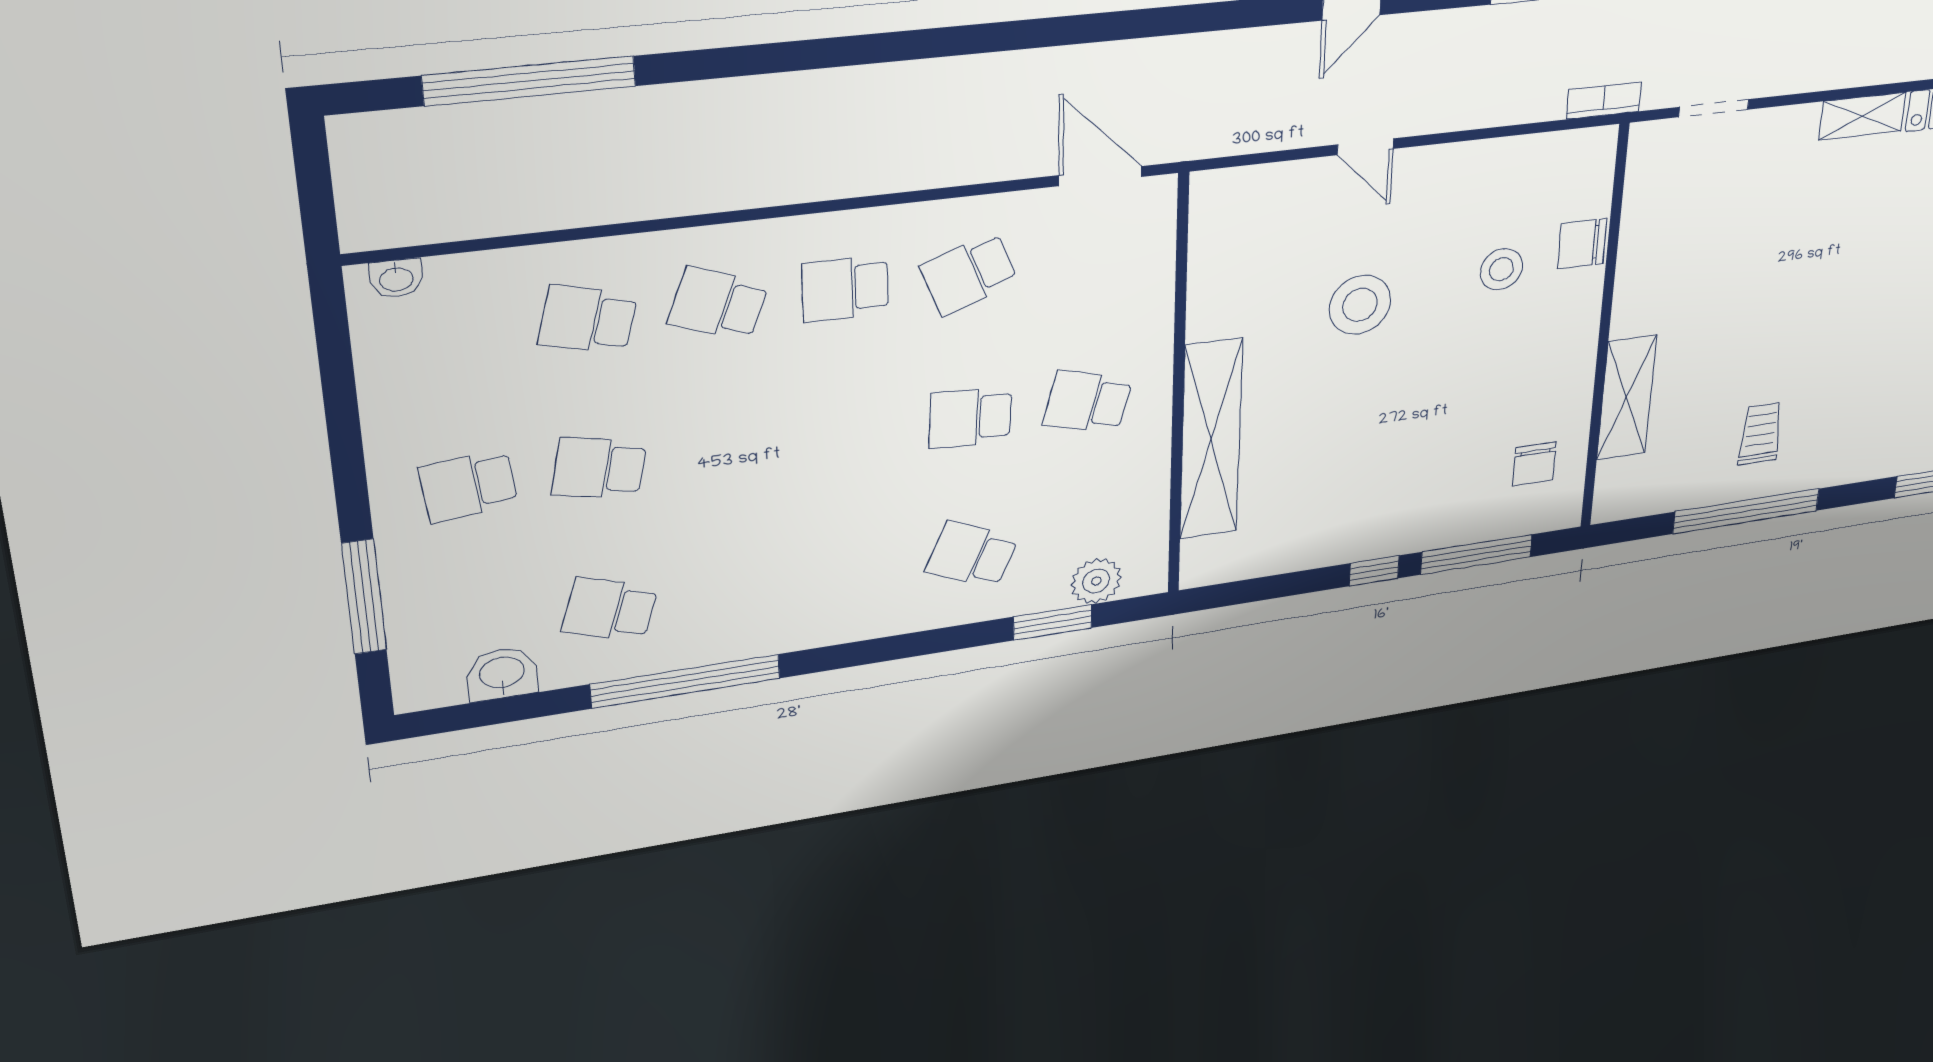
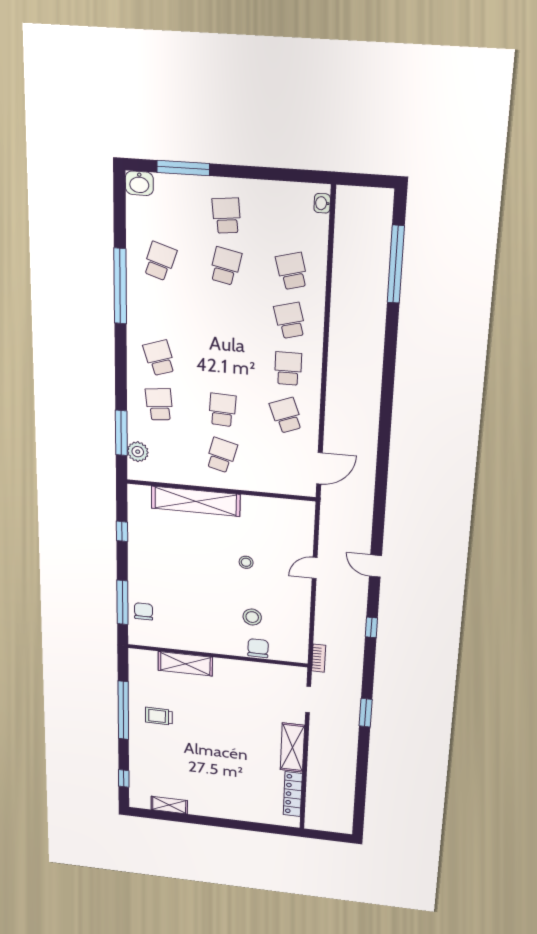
shelving: (1862, 116) -> (292, 748), width x1.50, depth x1.33
school desk: (718, 304) -> (290, 320), turned -36
stool: (1360, 305) -> (246, 562), width x0.53, depth x0.53
school desk: (588, 319) -> (292, 271), turned -30
trolley: (1760, 434) -> (159, 716), turned 180
chair: (1534, 464) -> (144, 611), moved, turned 90
school desk: (972, 555) -> (159, 404), turned -30
window: (1374, 571) -> (122, 531), moved
school desk: (854, 572) -> (159, 358), added
window: (1053, 622) -> (121, 433), width x1.44
washbasin: (502, 674) -> (139, 183), moved, turned 90

